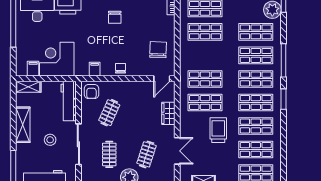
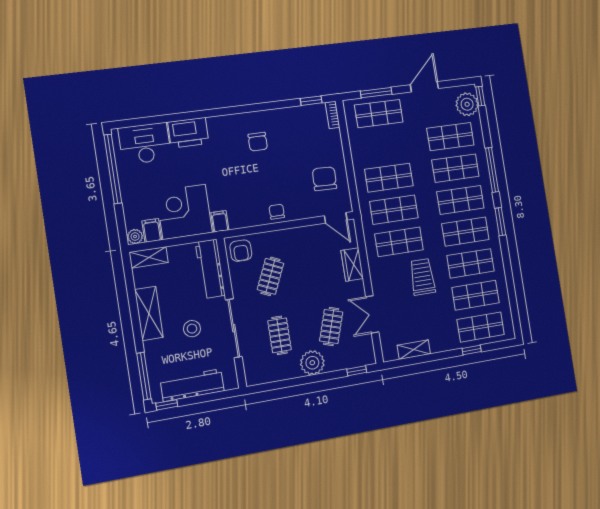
shop shelf: (205, 32) -> (389, 178), moved
filing cabinet: (95, 69) -> (220, 221), moved
plant: (21, 71) -> (135, 237), added
door: (162, 79) -> (336, 218), hinge flipped
double door: (177, 151) -> (372, 314), swing flipped

